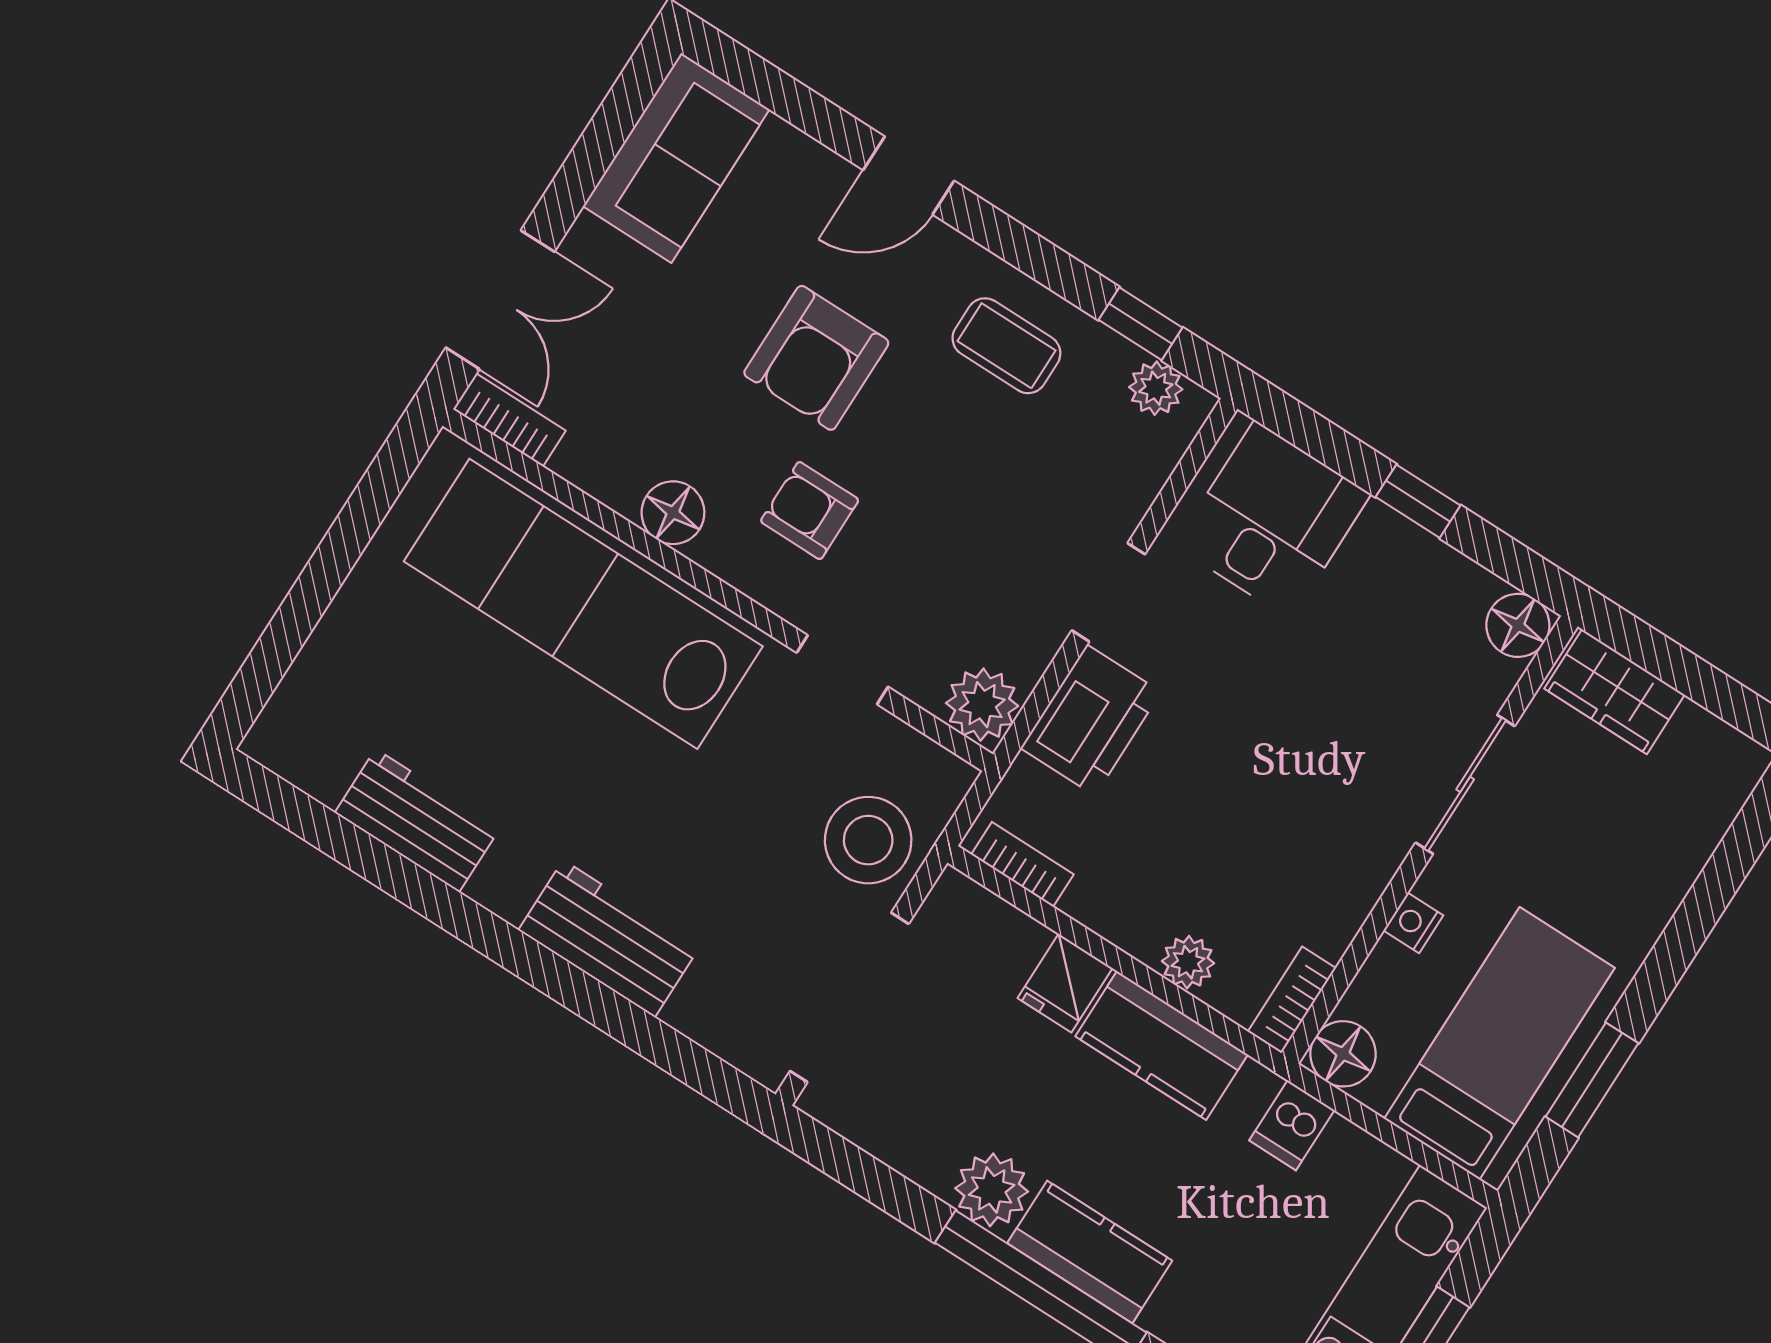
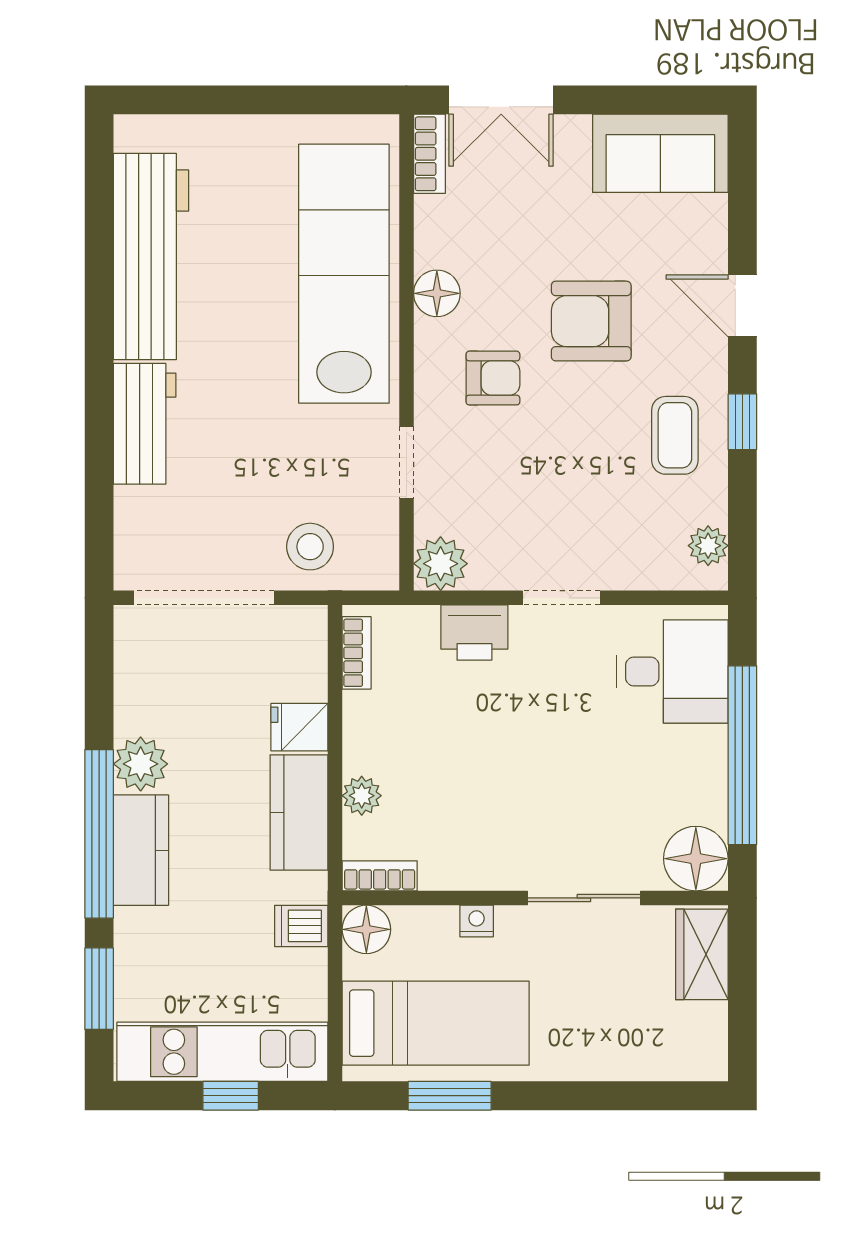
window: (1141, 324) -> (742, 422), moved
window: (1418, 501) -> (742, 755), width x3.17
armchair: (810, 511) -> (493, 378), turned 90
floor lamp: (1518, 625) -> (696, 859), width x1.38, depth x1.38
printer: (1091, 720) -> (474, 633), width x0.73, depth x0.84
workbench: (417, 821) -> (151, 257), width x1.88, depth x1.32
stool: (868, 840) -> (310, 547), width x0.73, depth x0.73

